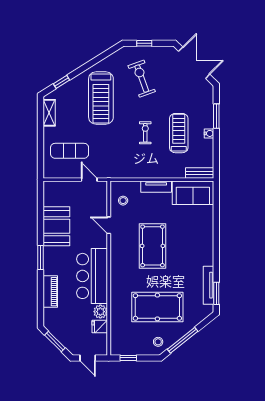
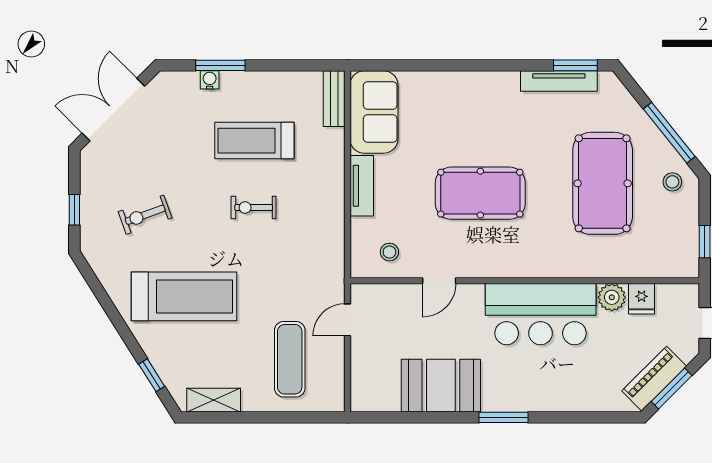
exercise bike: (142, 79) -> (145, 215), width x0.73, depth x0.72
water cooler: (209, 133) -> (210, 80), moved
piano: (50, 292) -> (654, 379), moved, turned -45

